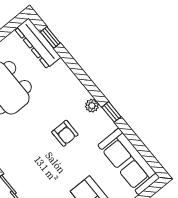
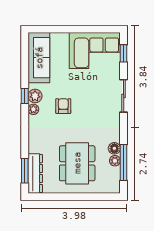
window: (50, 37) -> (25, 171), width x1.50
plant: (101, 120) -> (35, 96), added

